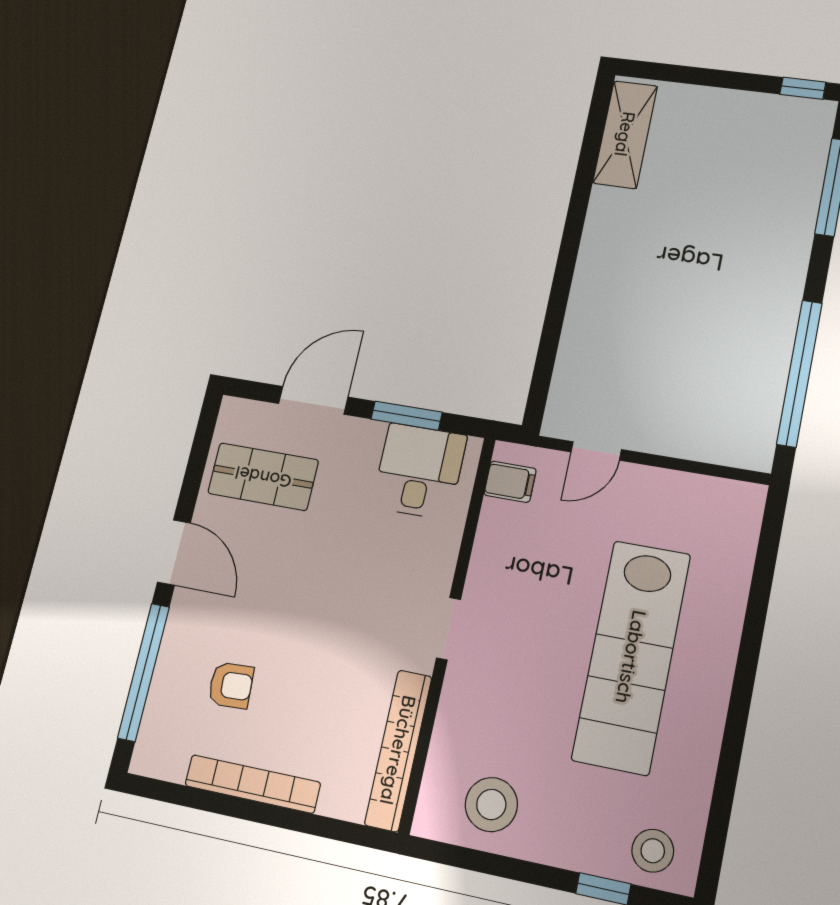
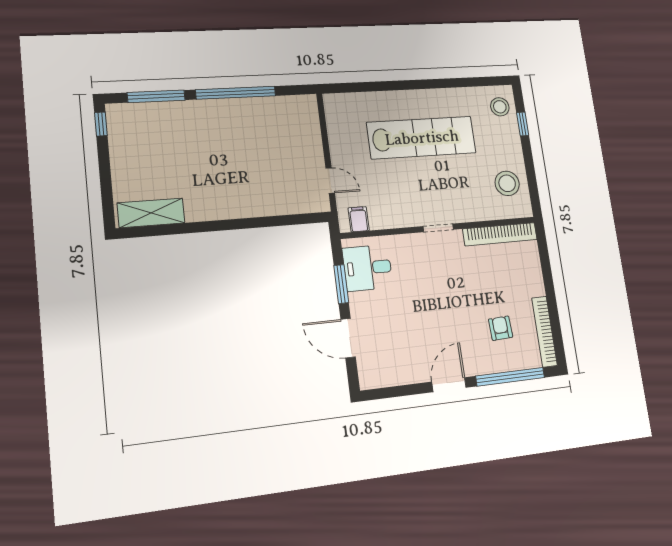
window: (799, 373) -> (236, 93), moved
shop shelf: (263, 477) -> (396, 351), removed
bookcase: (252, 784) -> (544, 332), moved

